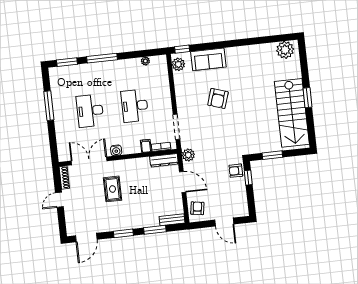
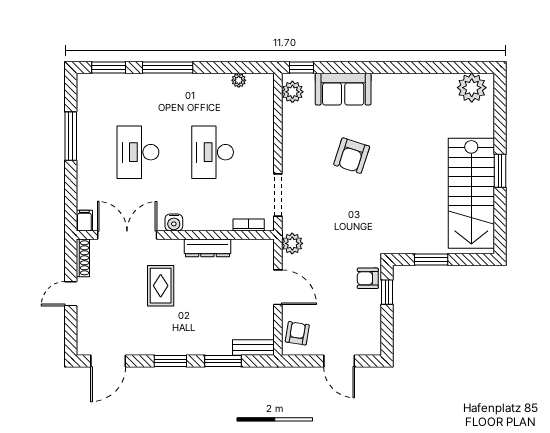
filing cabinet: (146, 146) -> (84, 221), moved
dresser: (164, 160) -> (207, 248), moved

